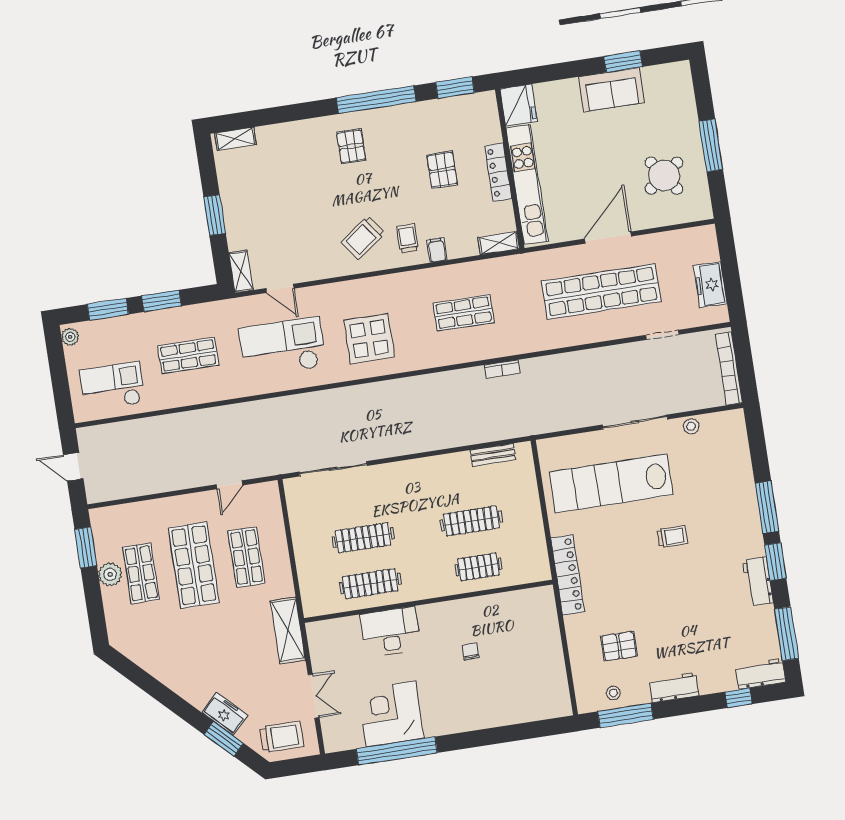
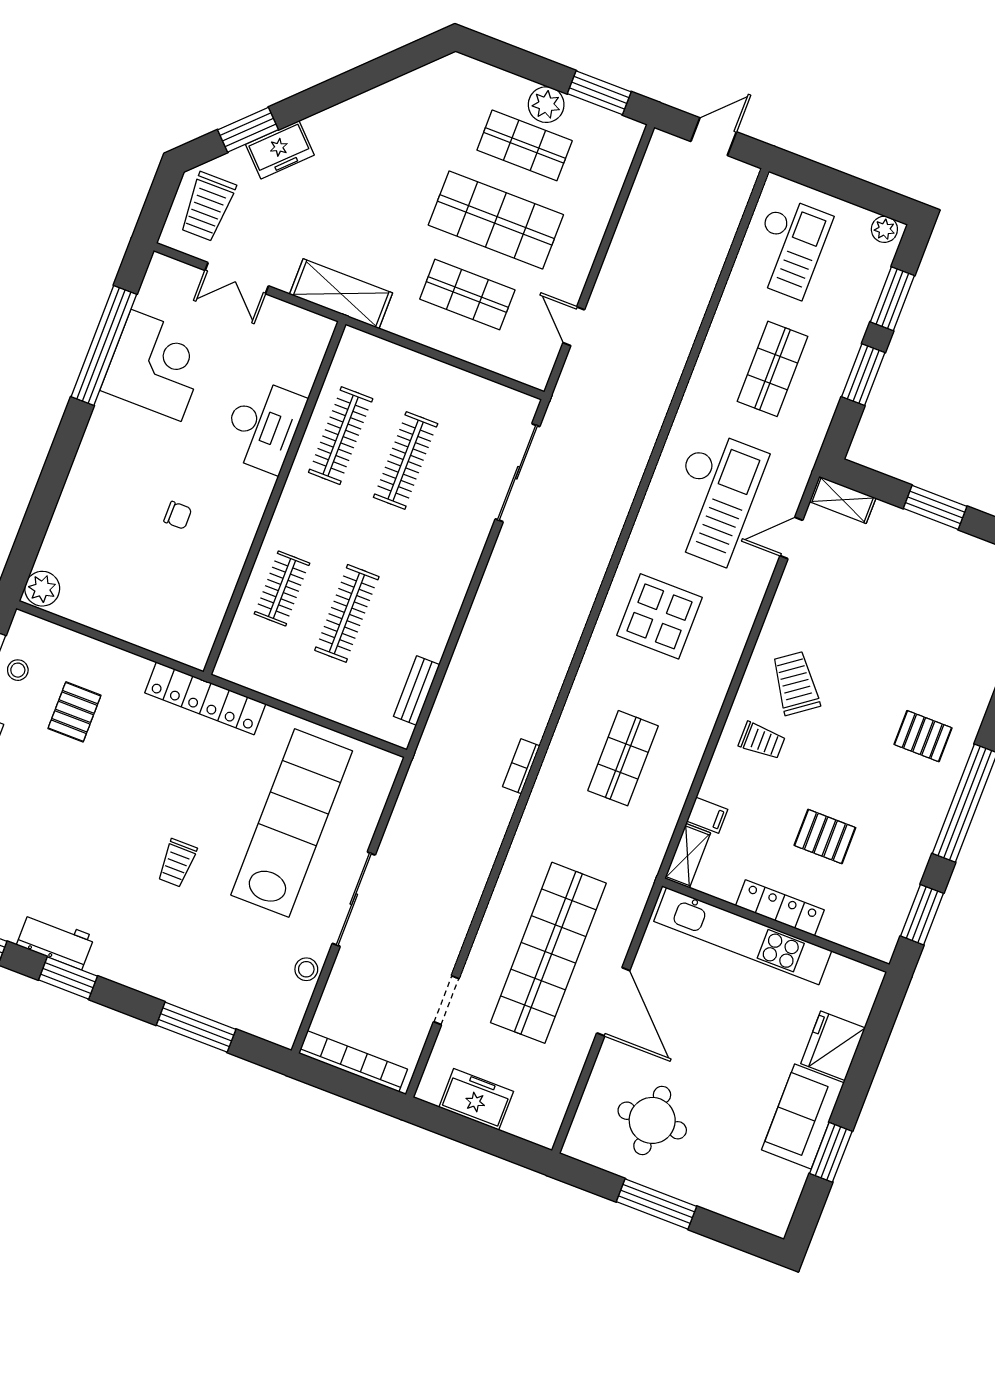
fridge: (518, 105) -> (833, 1046), moved, turned 90
round table: (664, 176) -> (652, 1120), turned 36
filing cabinet: (437, 250) -> (707, 815), moved
window: (767, 507) -> (196, 1027), moved
plant: (558, 706) -> (42, 589), added

